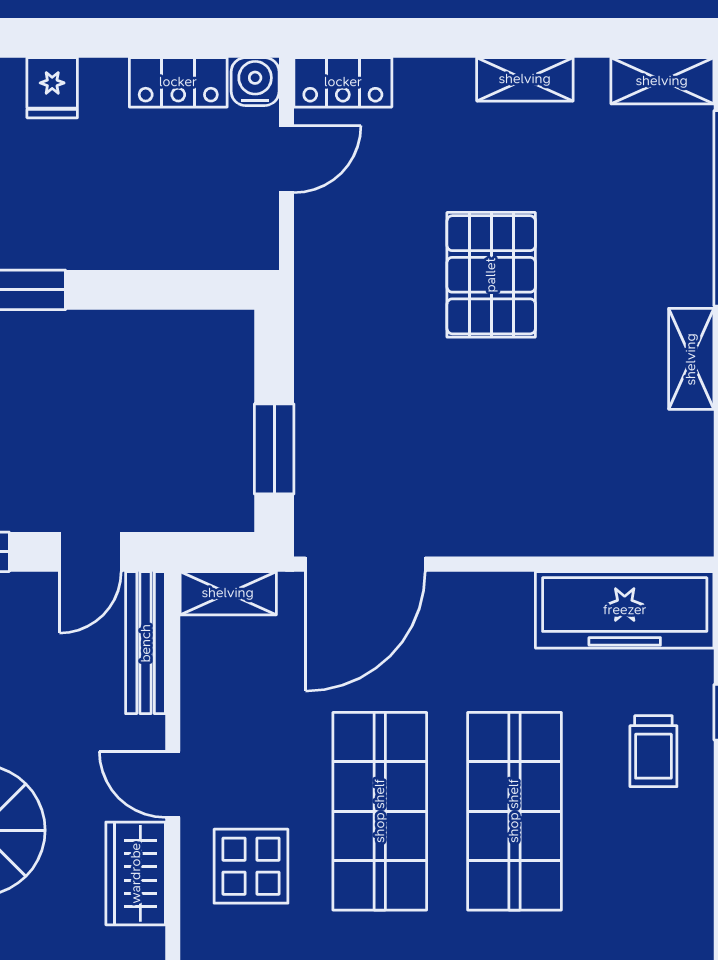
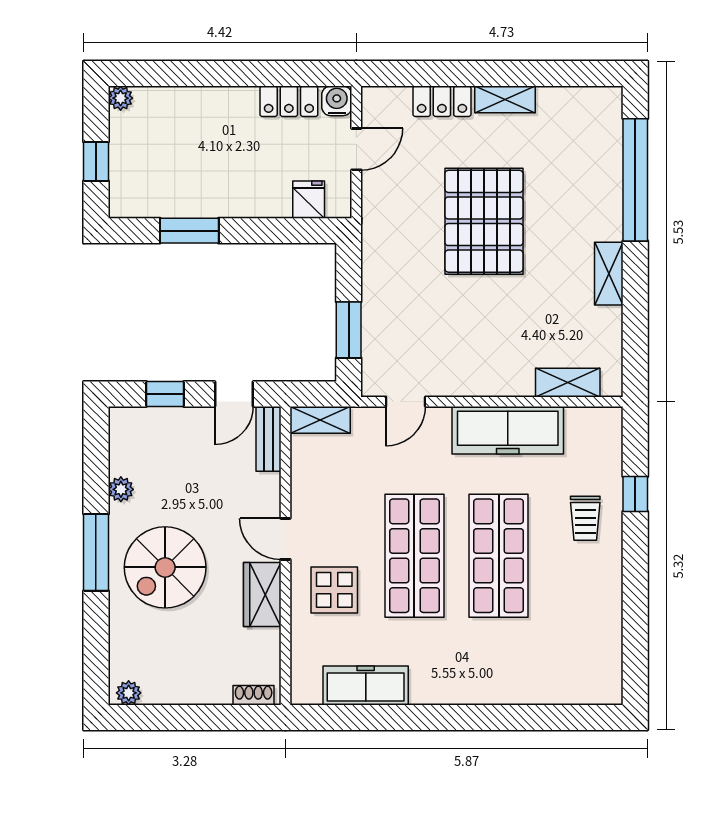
shelving: (662, 81) -> (568, 383), moved
locker: (343, 82) -> (442, 101), moved
fridge: (52, 88) -> (309, 200), moved, turned 180
pallet: (491, 275) -> (484, 221), width x1.37, depth x1.41
door: (365, 564) -> (406, 402), width x0.53
freezer: (625, 610) -> (508, 430), moved
bench: (146, 643) -> (268, 439), width x0.73

